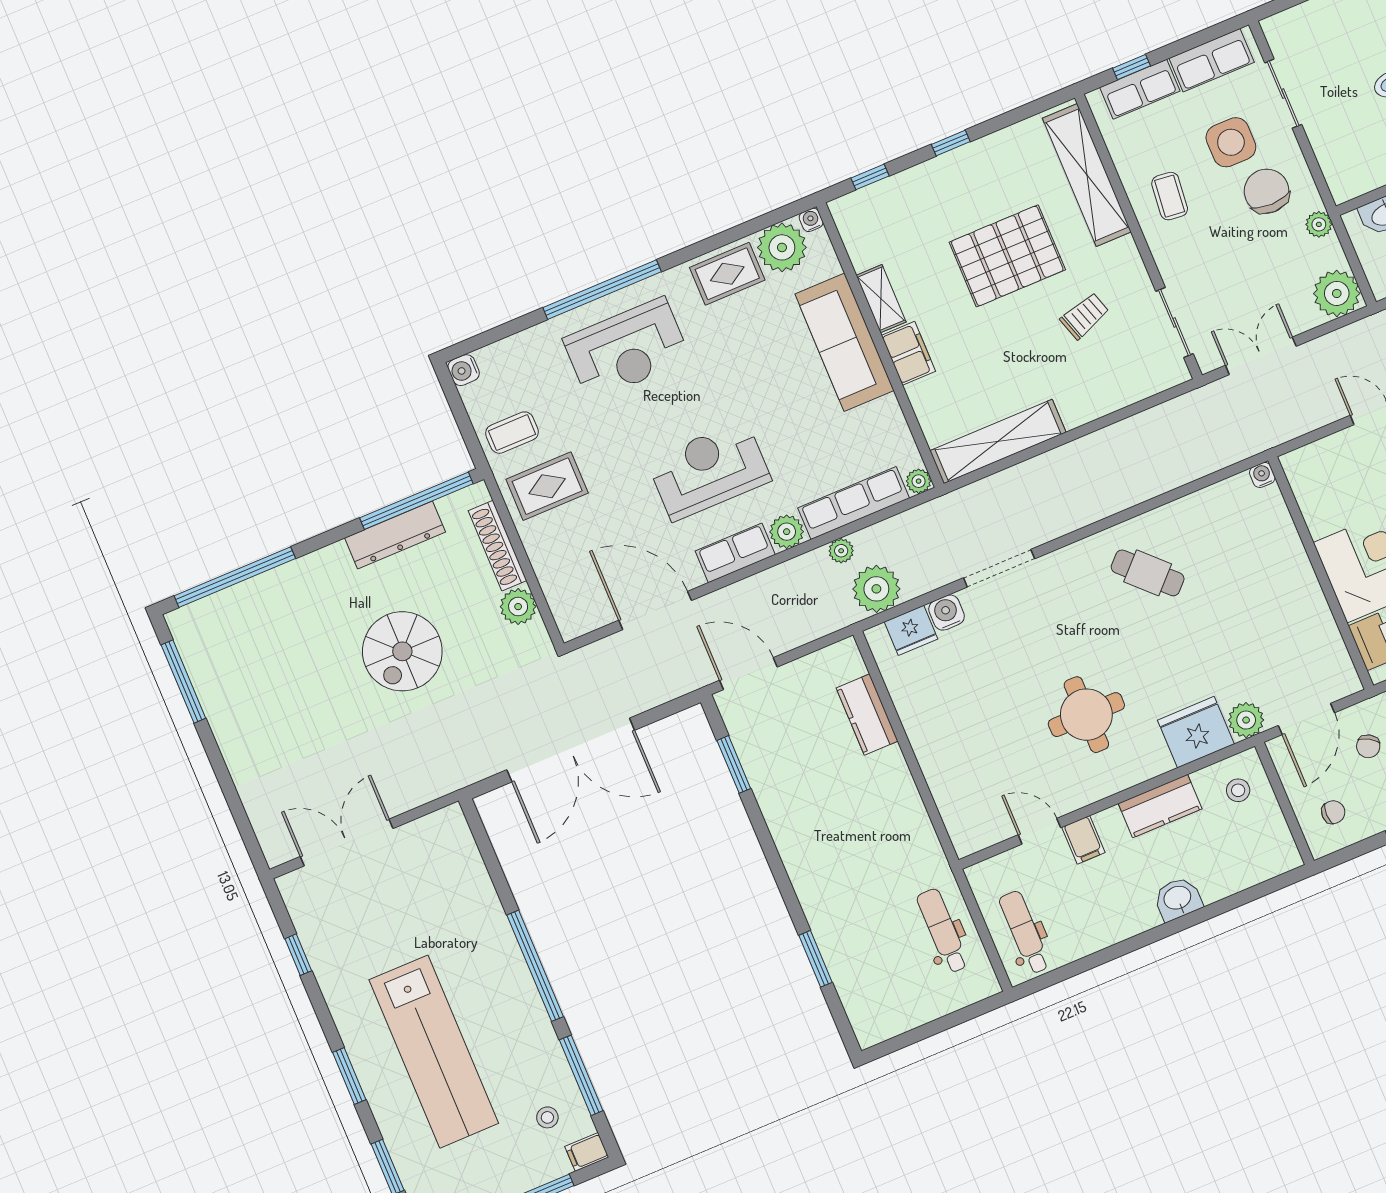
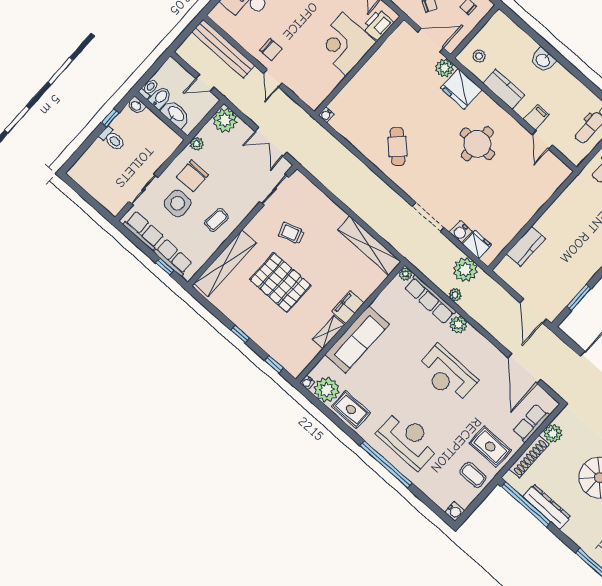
row of seats: (735, 553) -> (531, 423), moved, turned 90

